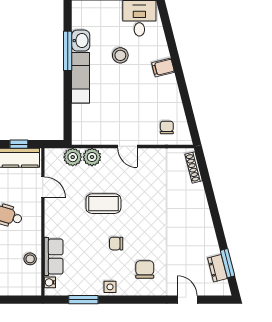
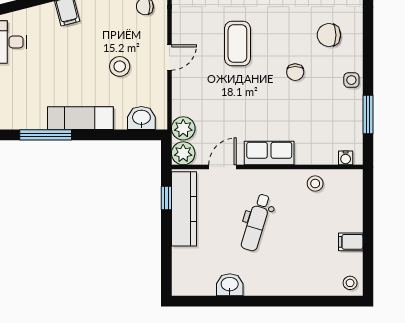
washbasin: (81, 41) -> (141, 118), moved
stool: (120, 55) -> (120, 66), moved
plant: (92, 157) -> (183, 153), moved
coffee table: (103, 204) -> (237, 44), moved
row of seats: (54, 257) -> (269, 153), moved

